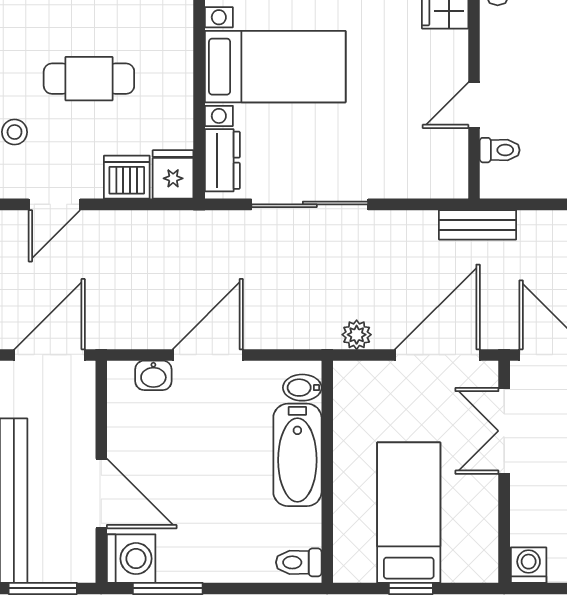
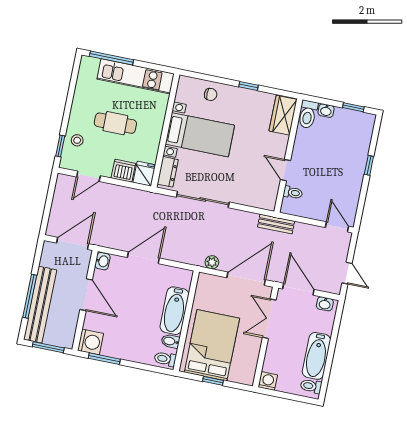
door: (474, 105) -> (285, 170), hinge flipped
washbasin: (153, 375) -> (102, 261), moved, turned -90
bidet: (302, 388) -> (170, 341), moved
door: (101, 494) -> (86, 295), moved
bed: (409, 513) -> (212, 345), width x1.50

